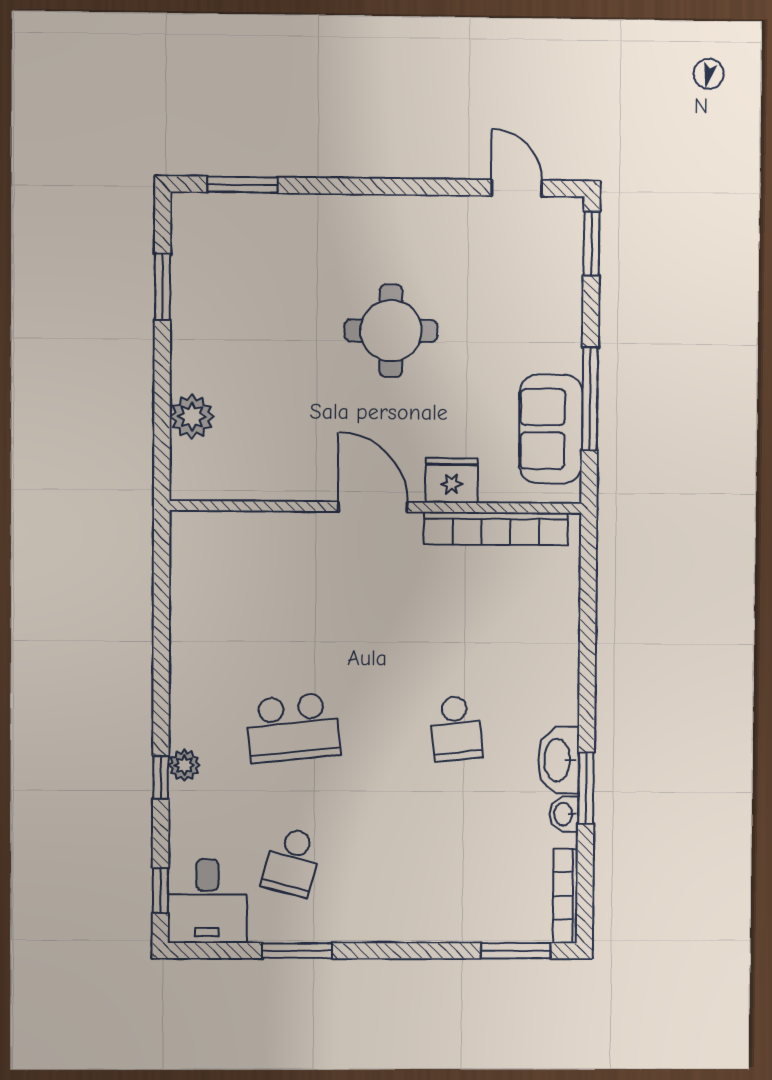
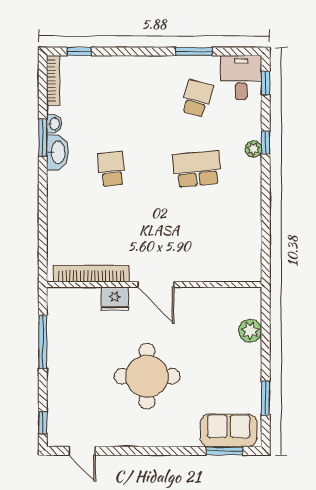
window: (592, 244) -> (43, 423), width x0.67
round table: (391, 331) -> (147, 376), width x1.36, depth x1.36
sofa: (551, 429) -> (229, 431), moved, turned -90
window: (516, 951) -> (79, 52), width x0.67

